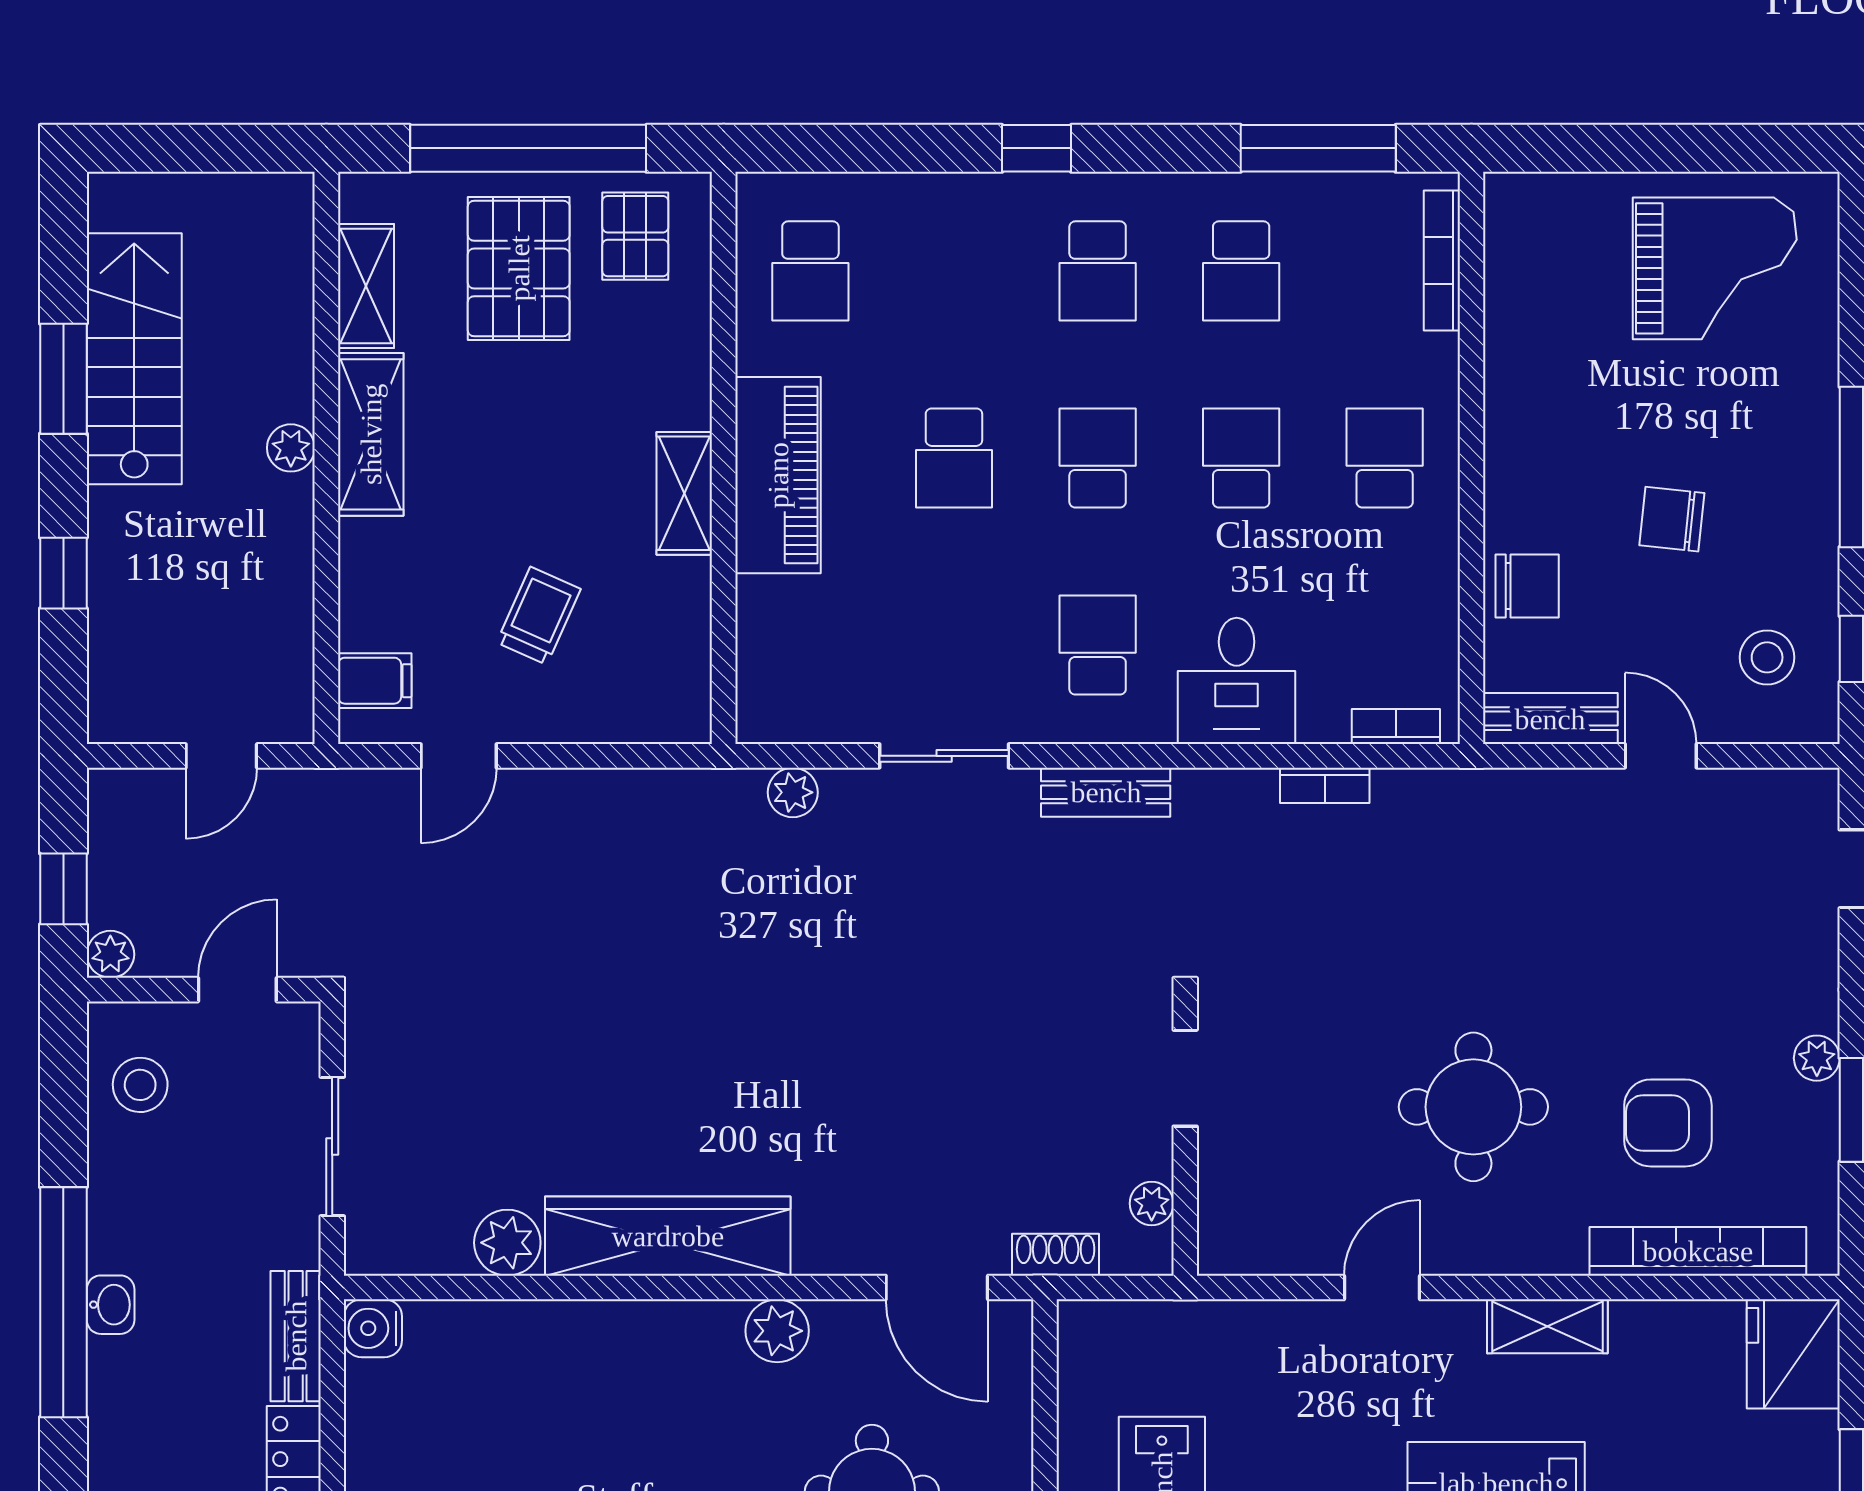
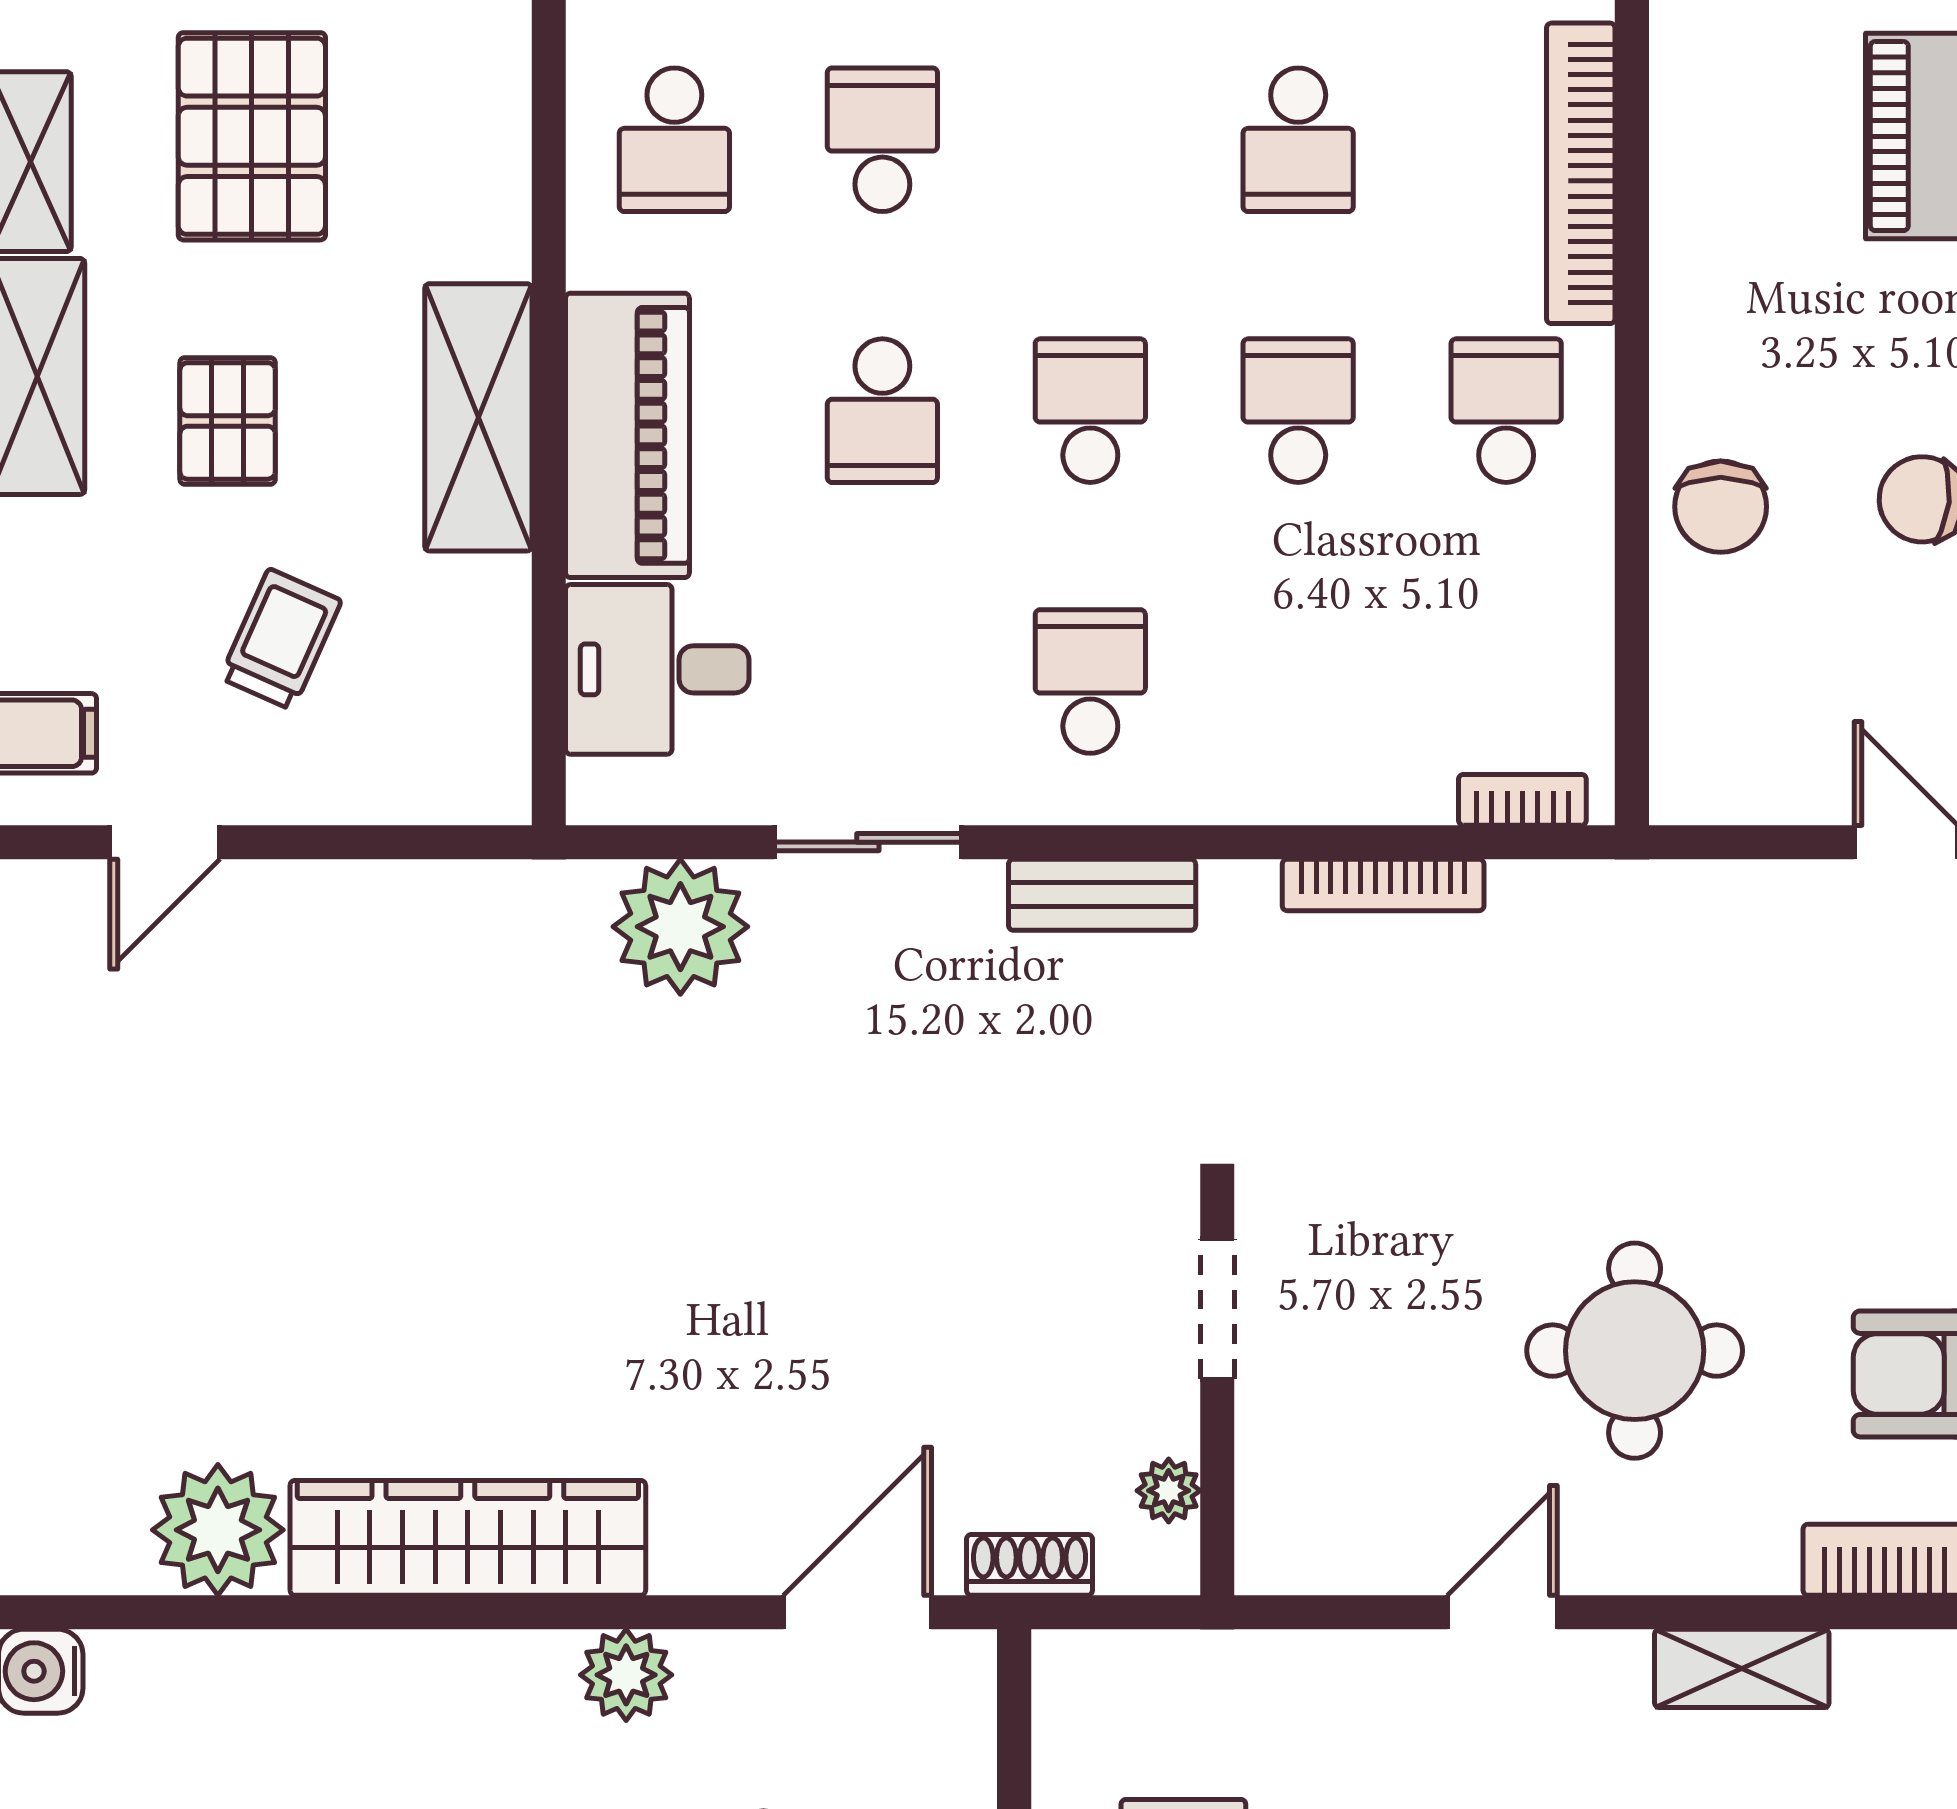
pallet: (635, 236) -> (228, 421), moved
bookcase: (1442, 260) -> (1581, 173), width x1.48, depth x1.31
school desk: (1098, 271) -> (882, 140), moved, turned 180
shelving: (684, 493) -> (478, 417), width x1.50, depth x1.33
chair: (1527, 586) -> (1721, 507), moved, turned 90
desk: (1237, 681) -> (657, 669), moved, turned 90
bench: (1550, 719) -> (1746, 788), removed
bookcase: (1325, 785) -> (1383, 885), width x1.56
plant: (793, 792) -> (680, 927), width x1.87, depth x1.87
plant: (507, 1243) -> (218, 1530), width x1.36, depth x1.36
door: (937, 1288) -> (857, 1612), swing flipped

